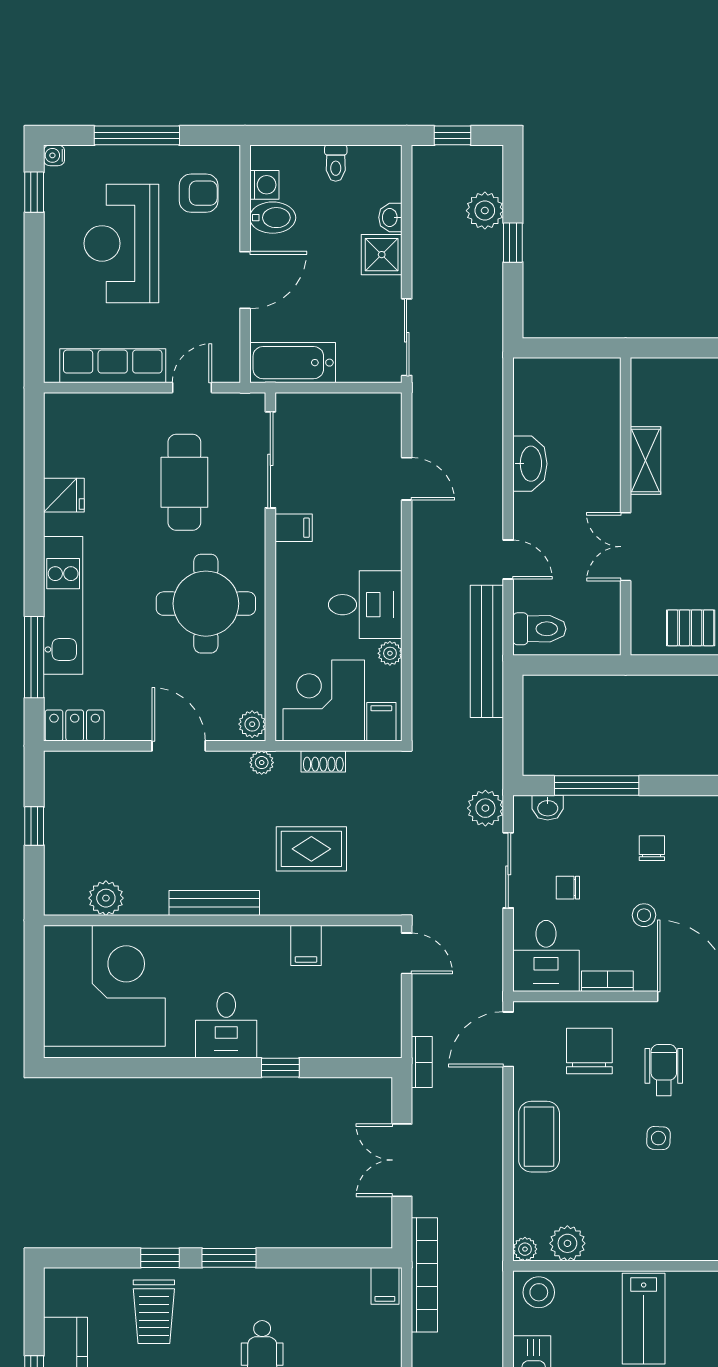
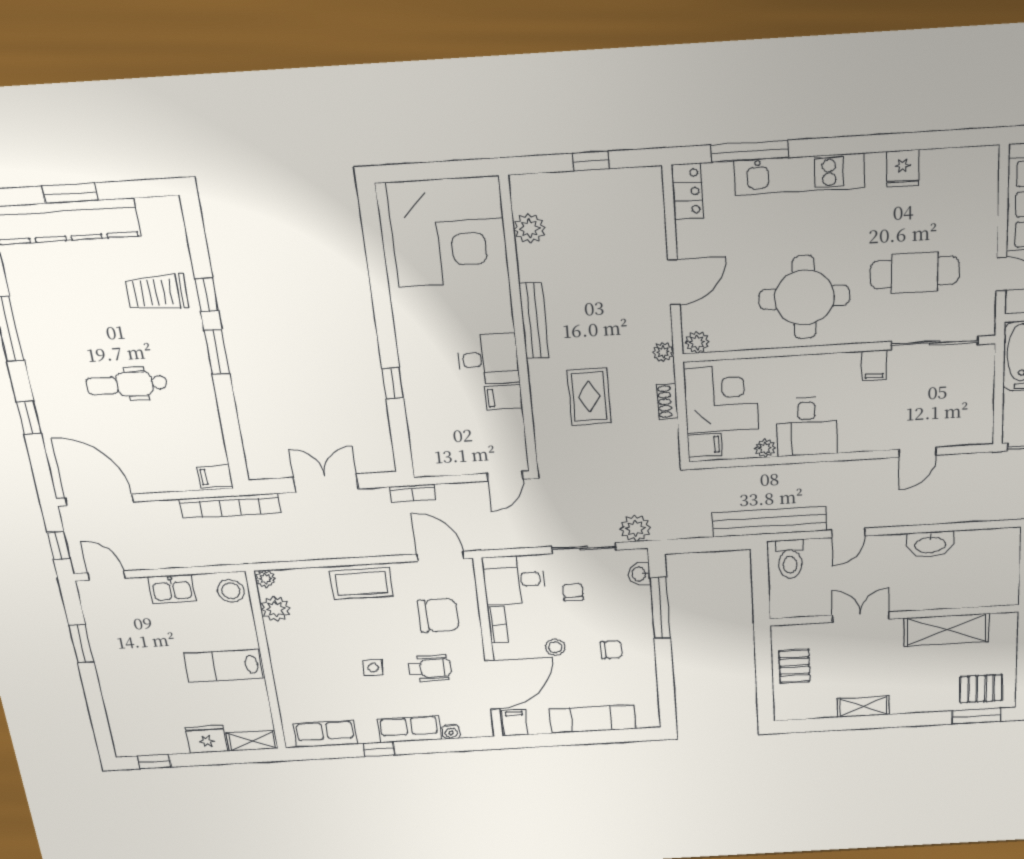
shelving: (646, 461) -> (947, 630), width x1.50, depth x1.33
desk: (226, 1025) -> (488, 359), moved, turned 180

